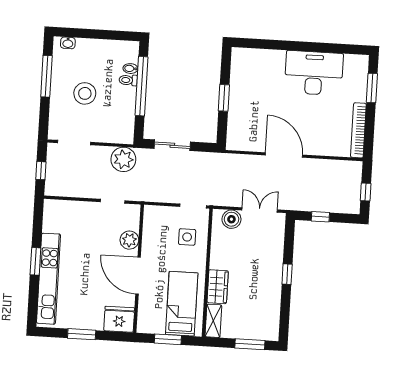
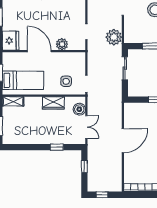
window: (287, 274) -> (57, 147), moved
door: (138, 276) -> (39, 51), hinge flipped
wardrobe: (218, 287) -> (53, 103), moved

